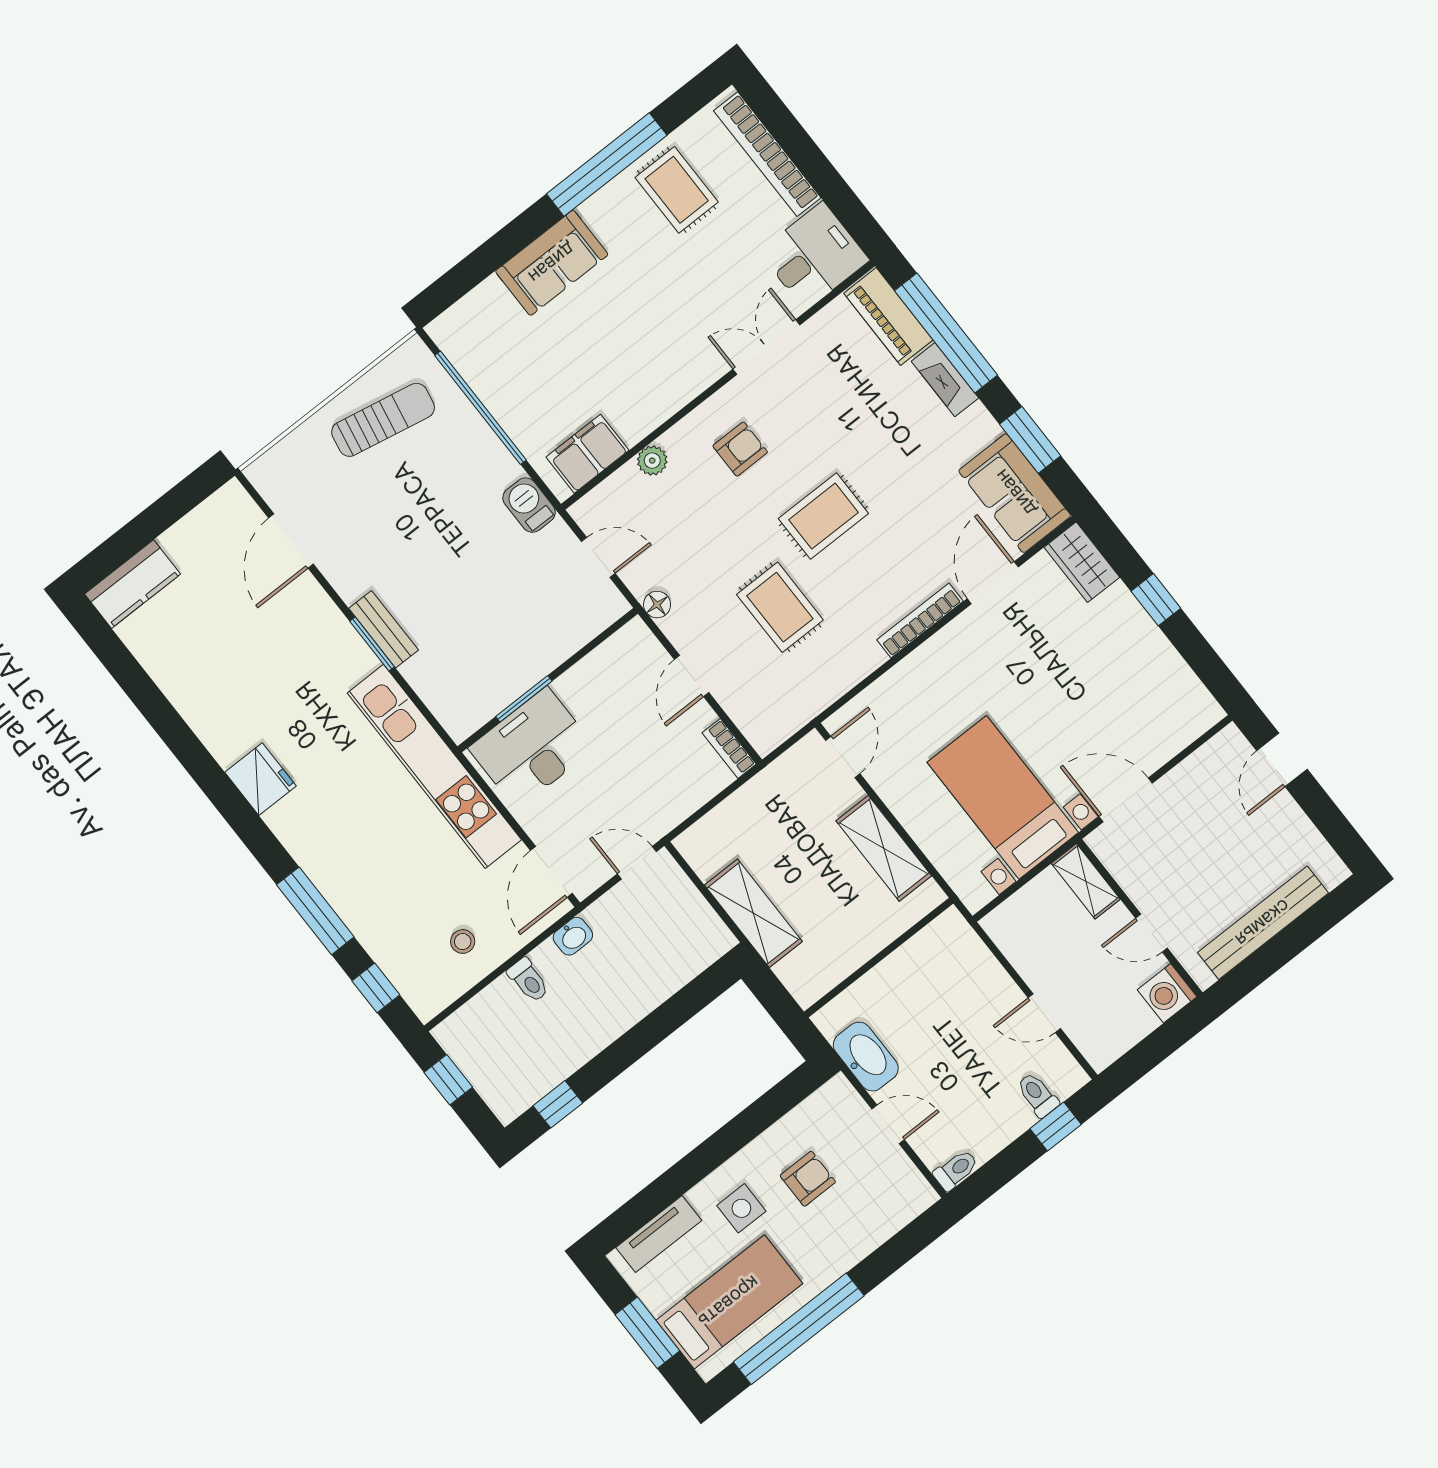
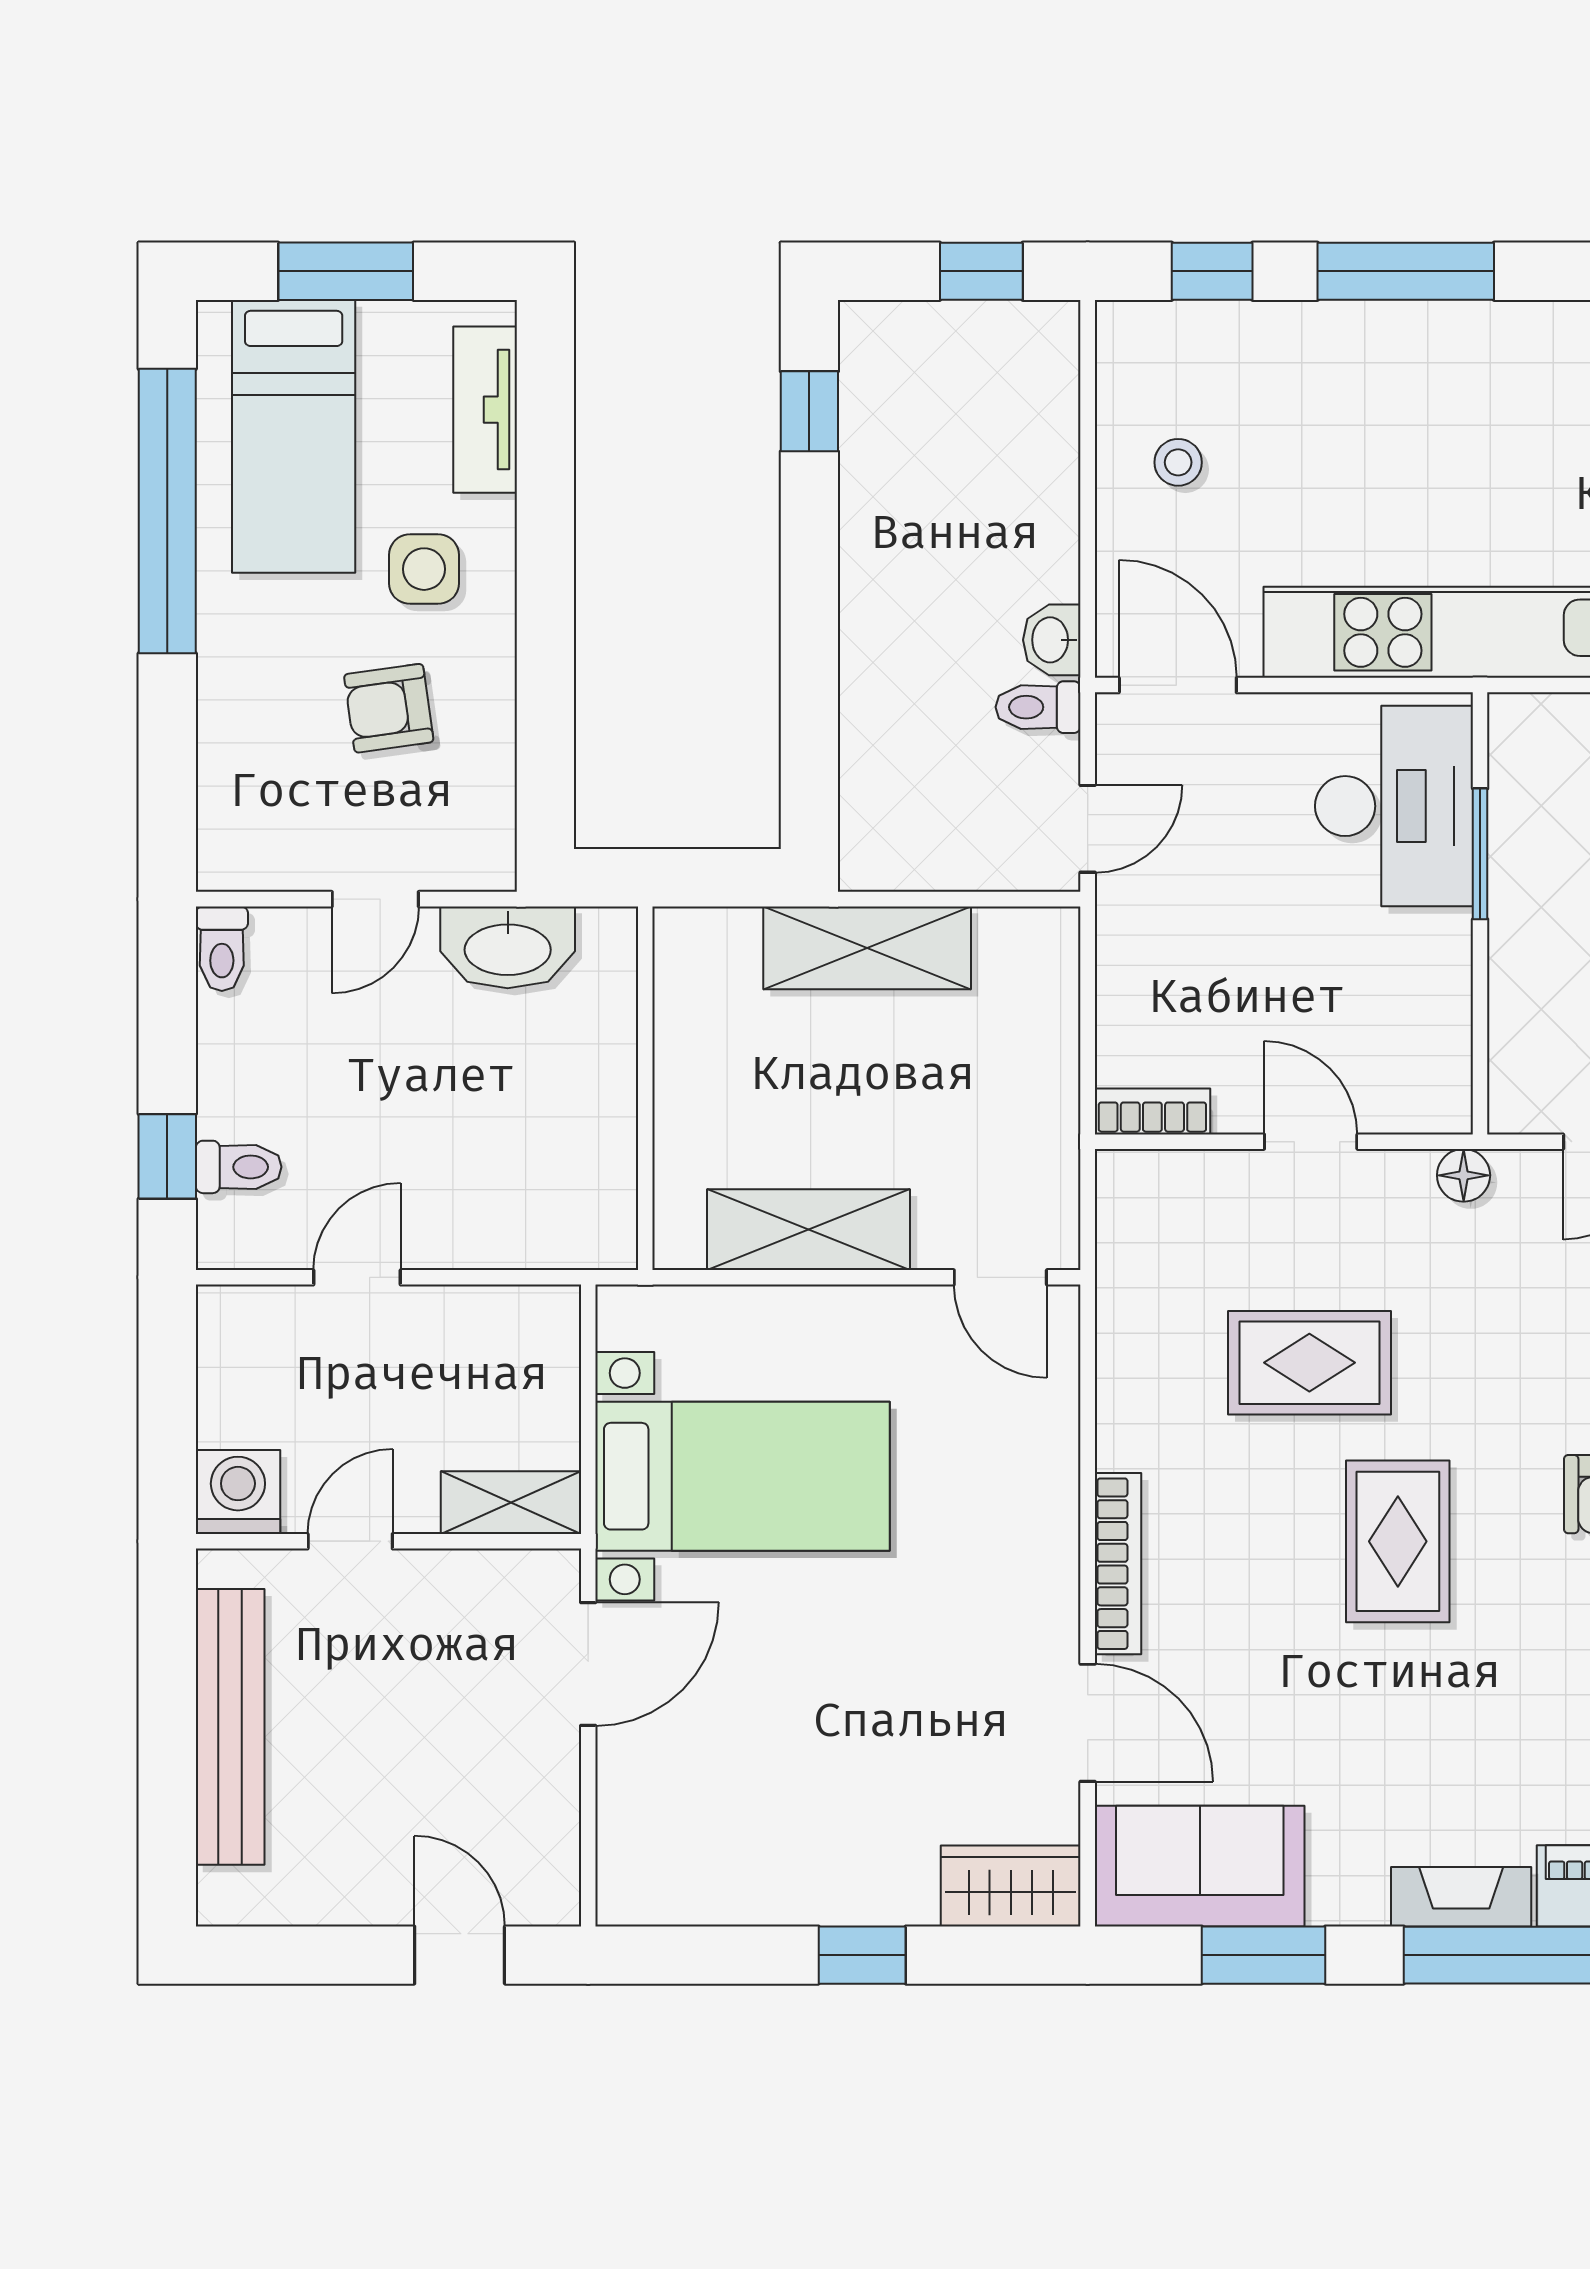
toilet: (528, 980) -> (1038, 707), moved
armchair: (808, 1179) -> (389, 708), turned 82

